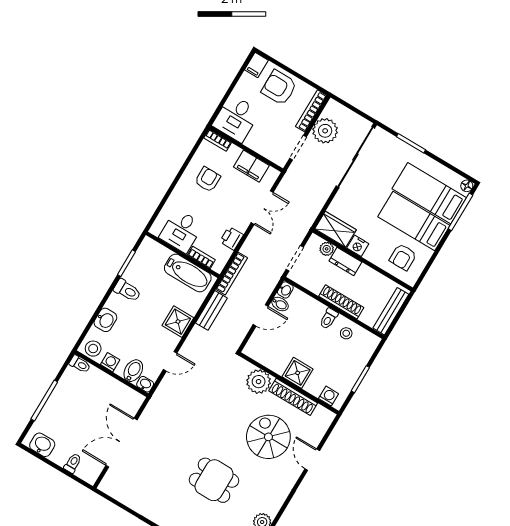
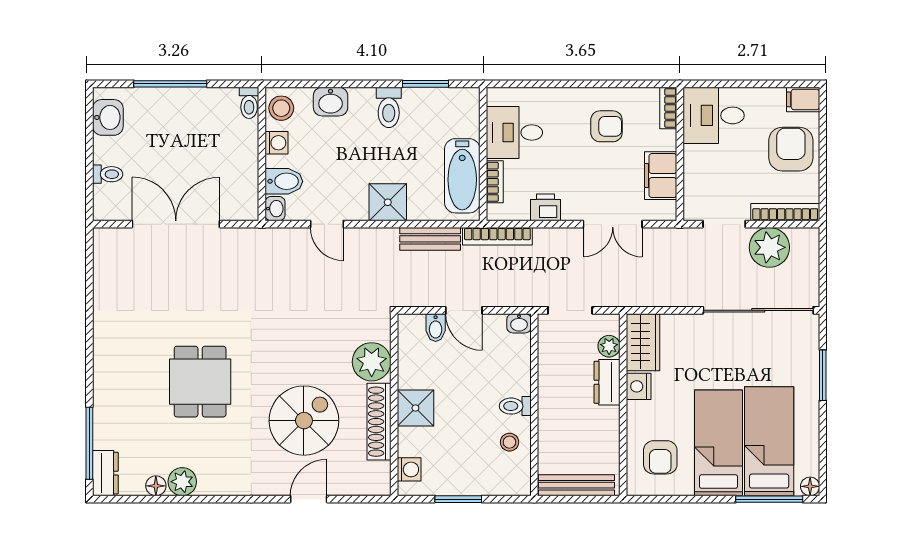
armchair: (403, 257) -> (660, 457), turned -90
shoe rack: (341, 302) -> (548, 410), removed
bidet: (280, 304) -> (436, 328), moved

